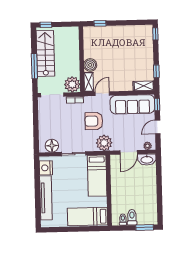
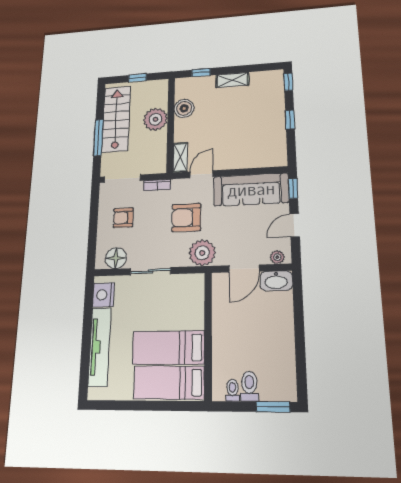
window: (46, 25) -> (137, 78), moved
boiler: (90, 65) -> (184, 108), moved
window: (156, 71) -> (290, 119), moved
plant: (72, 84) -> (155, 119), moved
shelving: (144, 86) -> (232, 80), moved
armchair: (55, 120) -> (123, 218), added
bed: (97, 176) -> (168, 348), moved, turned 90

